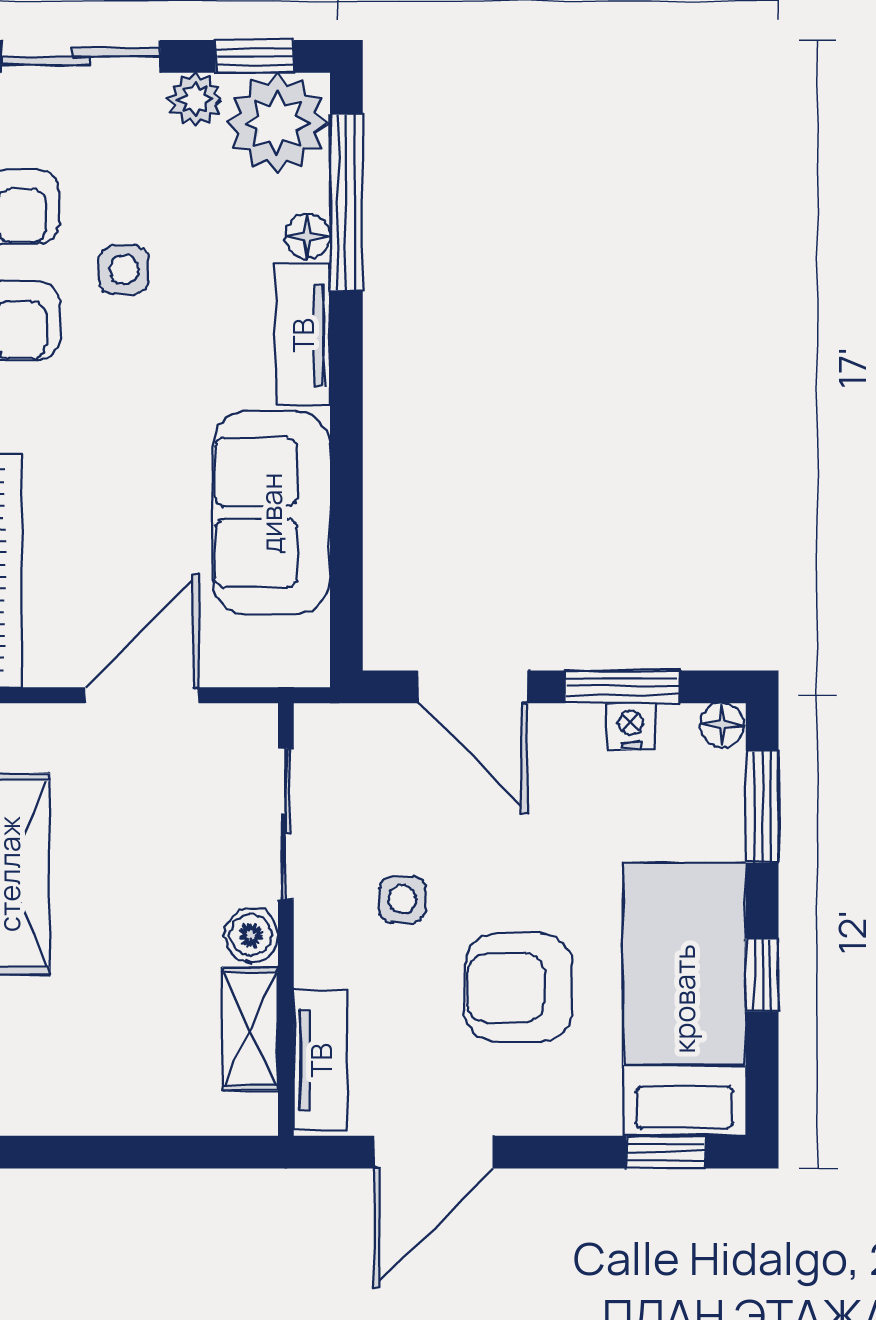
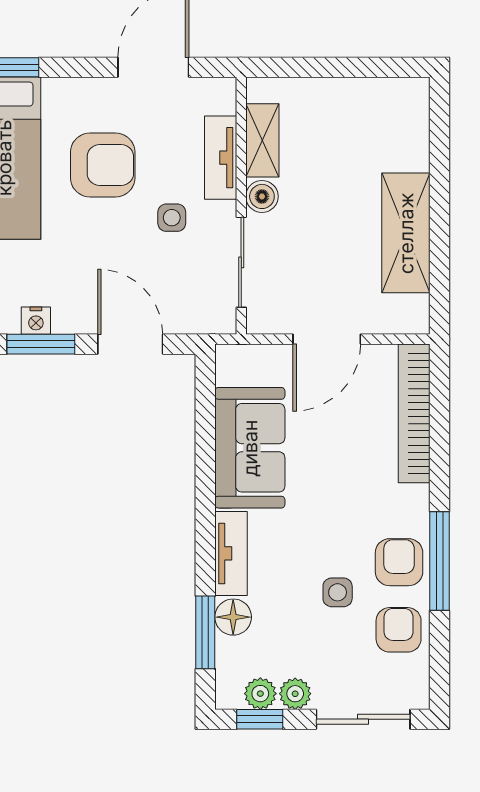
plant: (277, 123) -> (260, 694), width x0.53, depth x0.53
window: (346, 202) -> (205, 632), width x0.69
floor lamp: (308, 236) -> (233, 617), width x1.37, depth x1.37
tv unit: (321, 1060) -> (221, 158), moved

